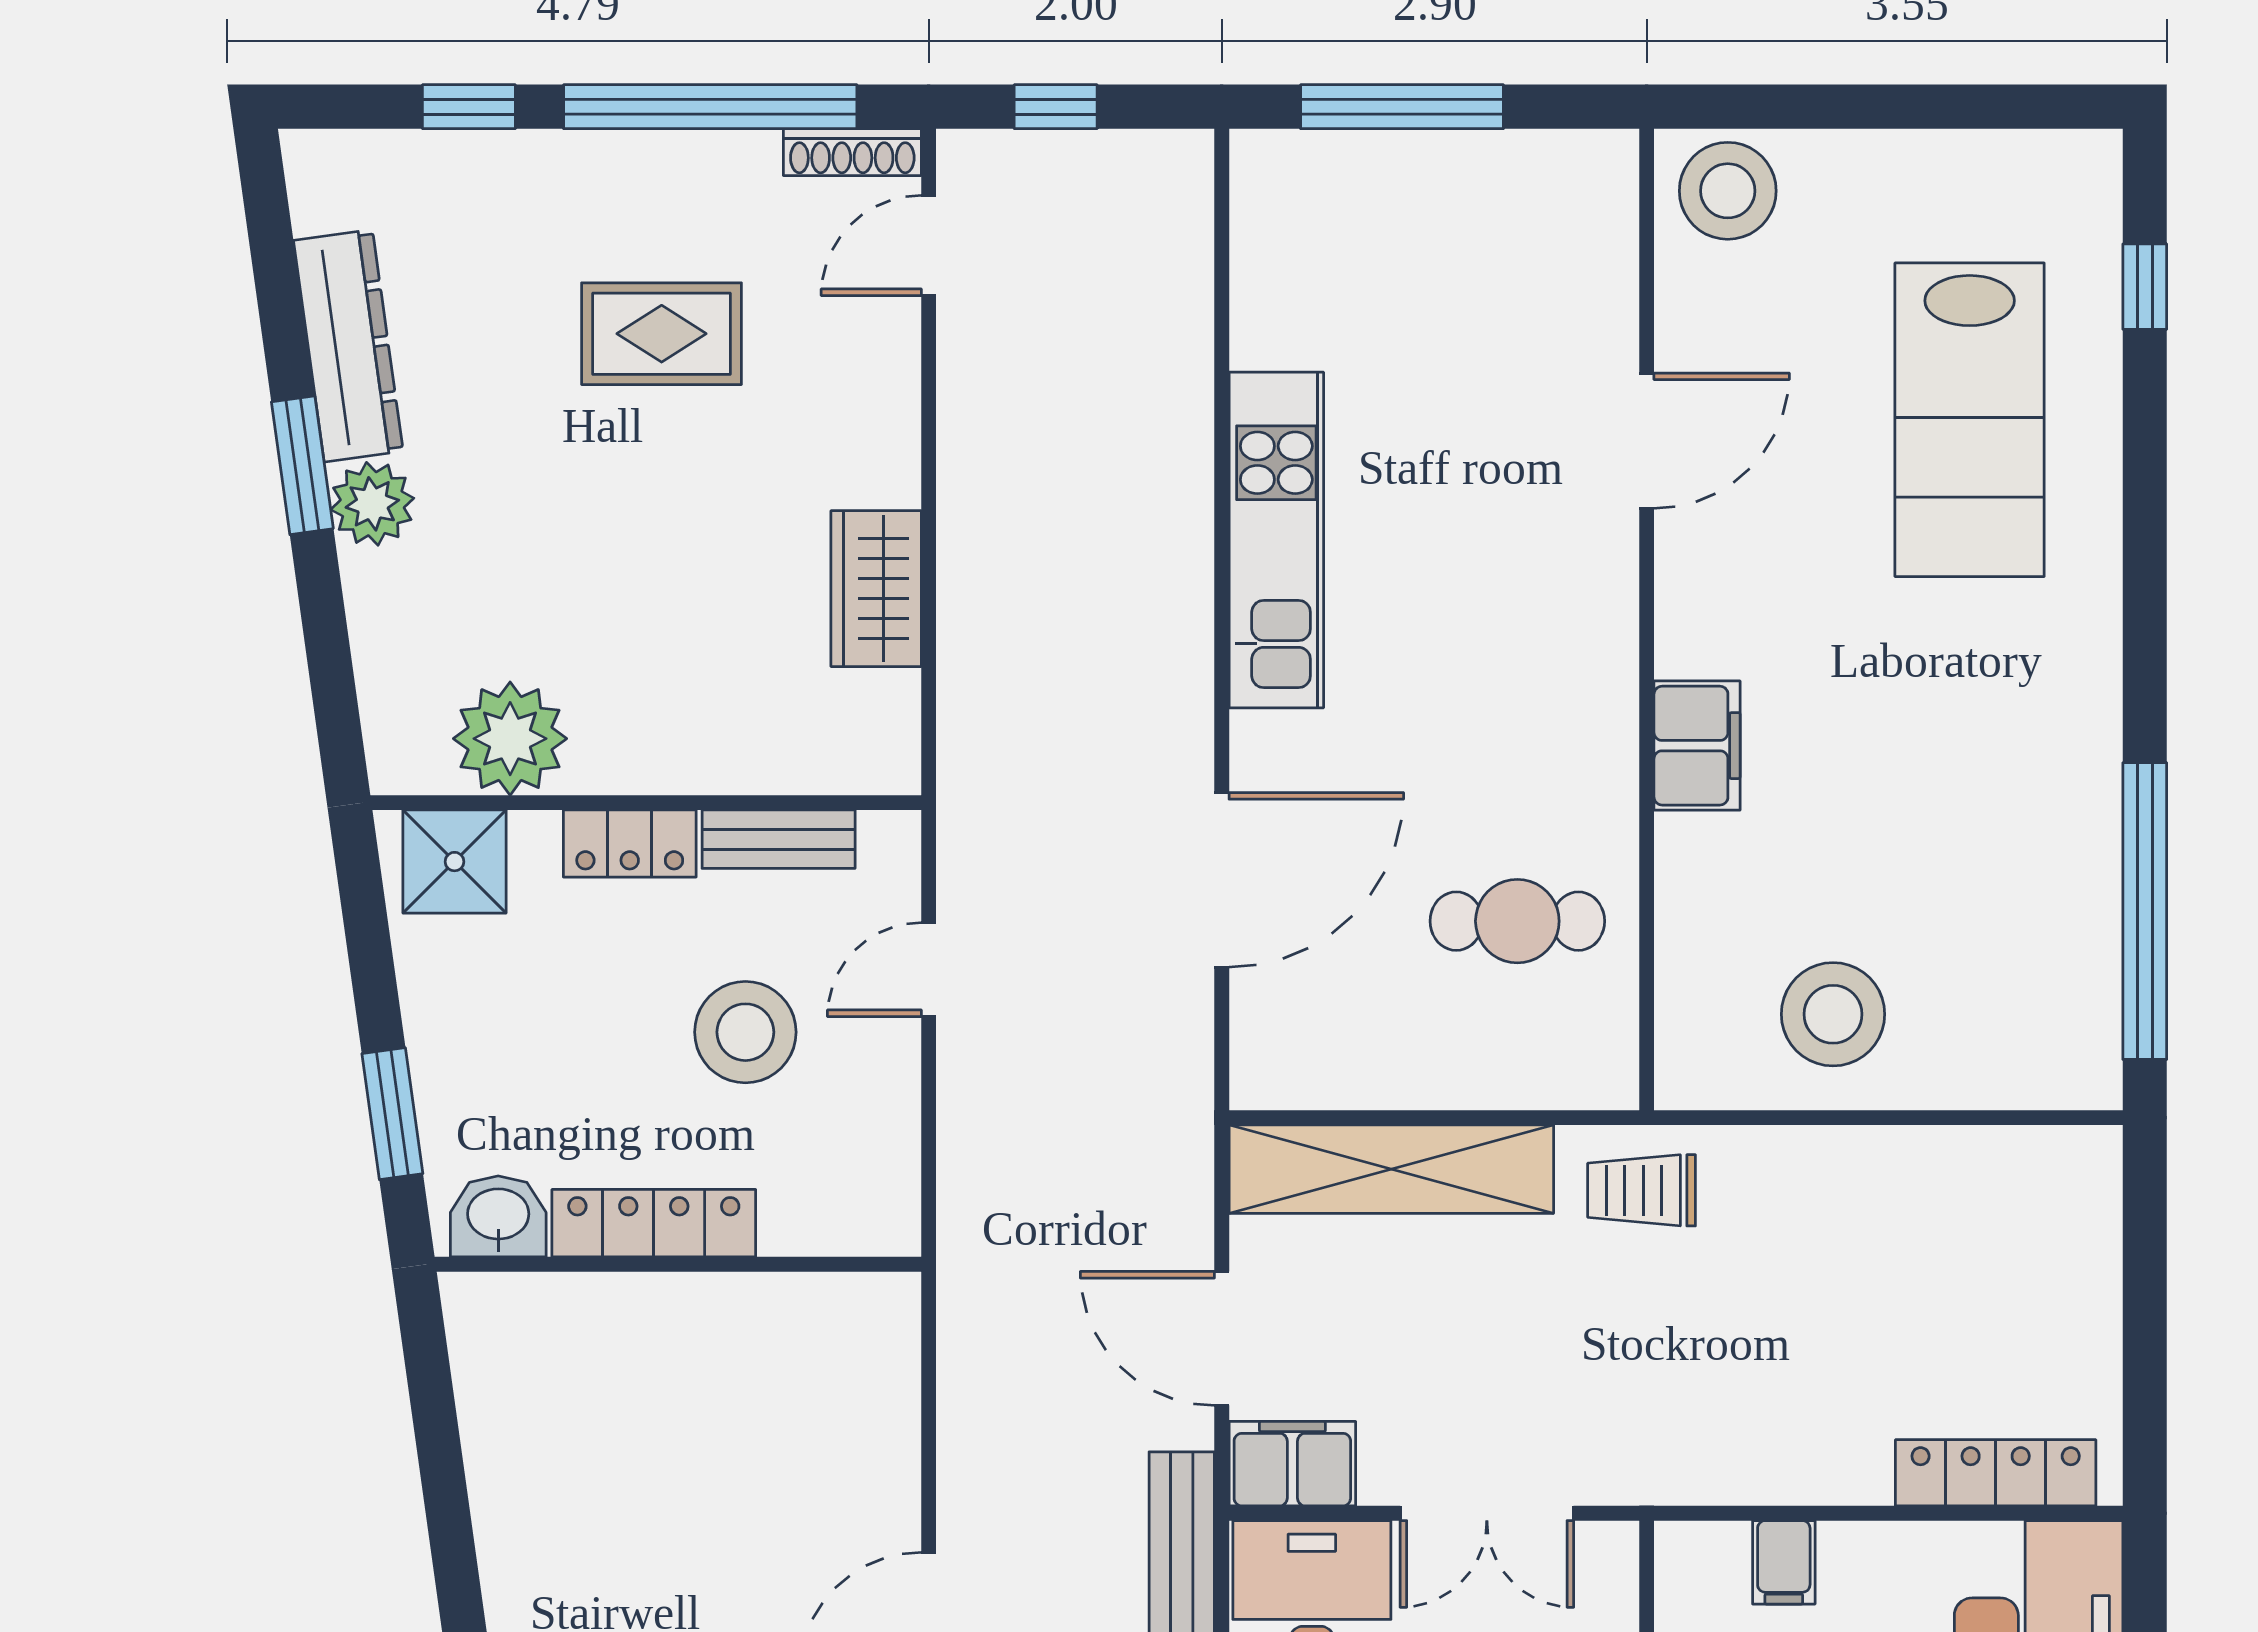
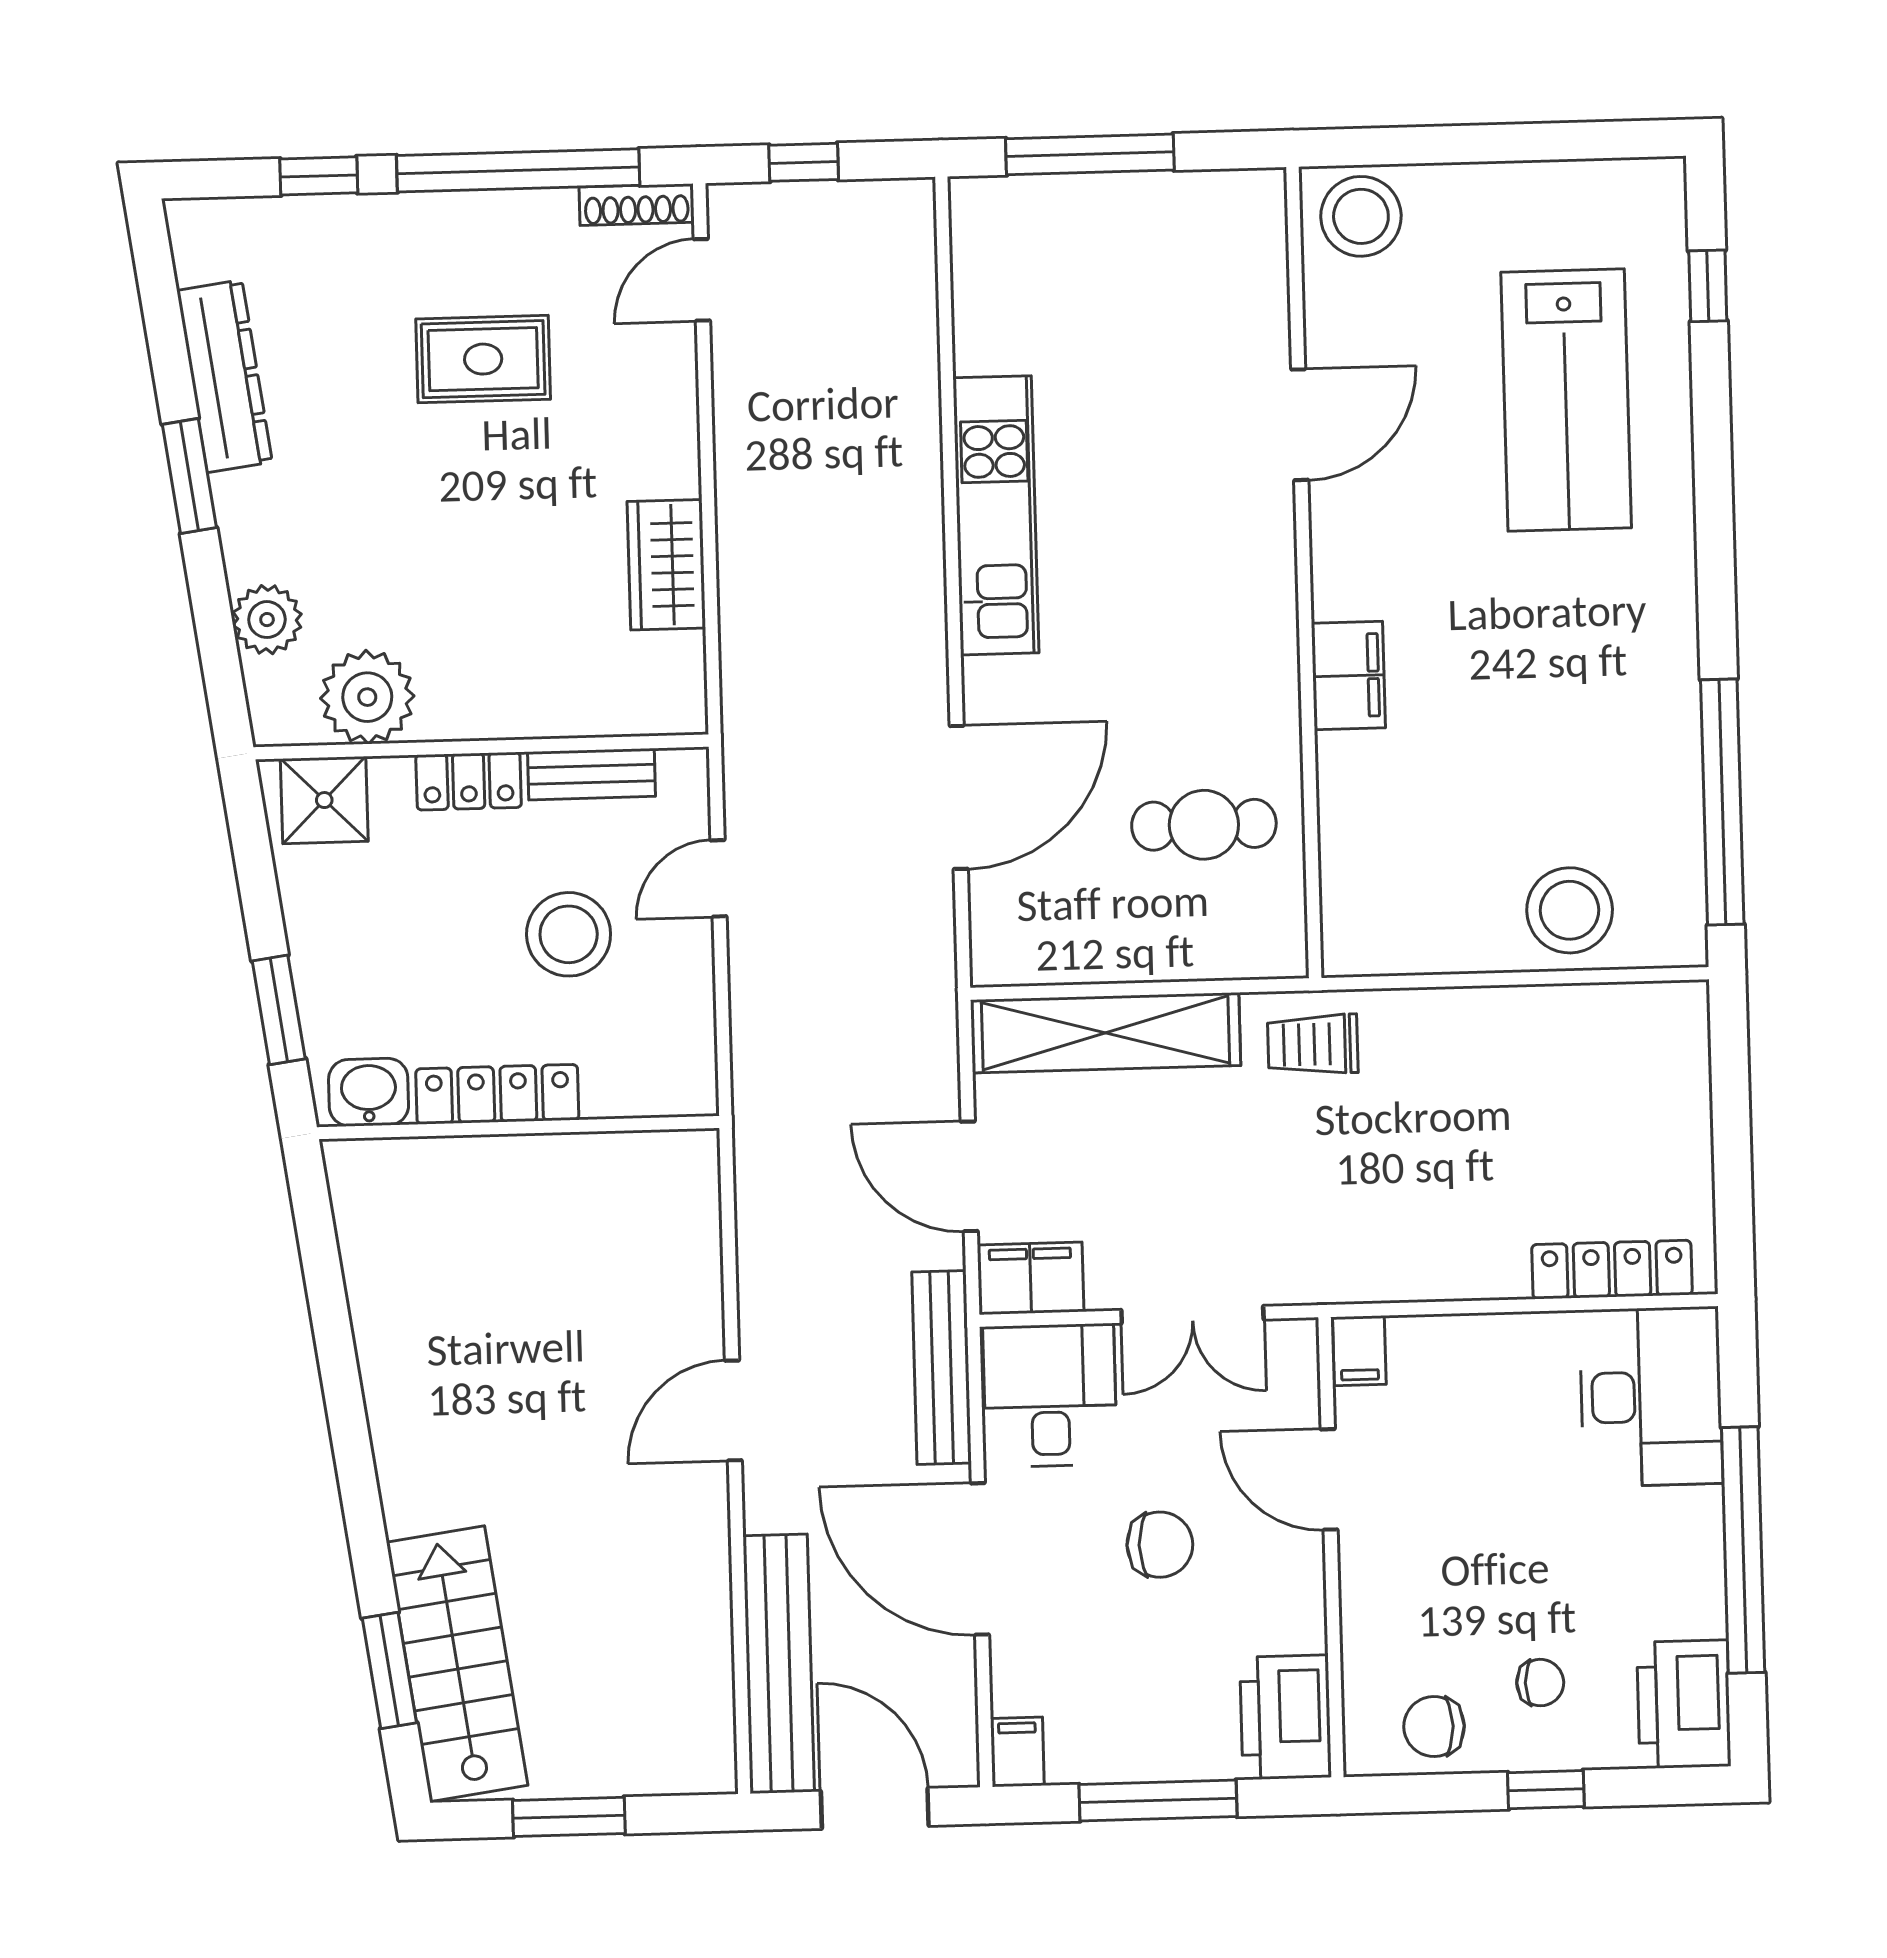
plant: (372, 504) -> (267, 620), moved
stool: (1833, 1014) -> (1570, 910), moved
filing cabinet: (1784, 1562) -> (1359, 1351), moved

